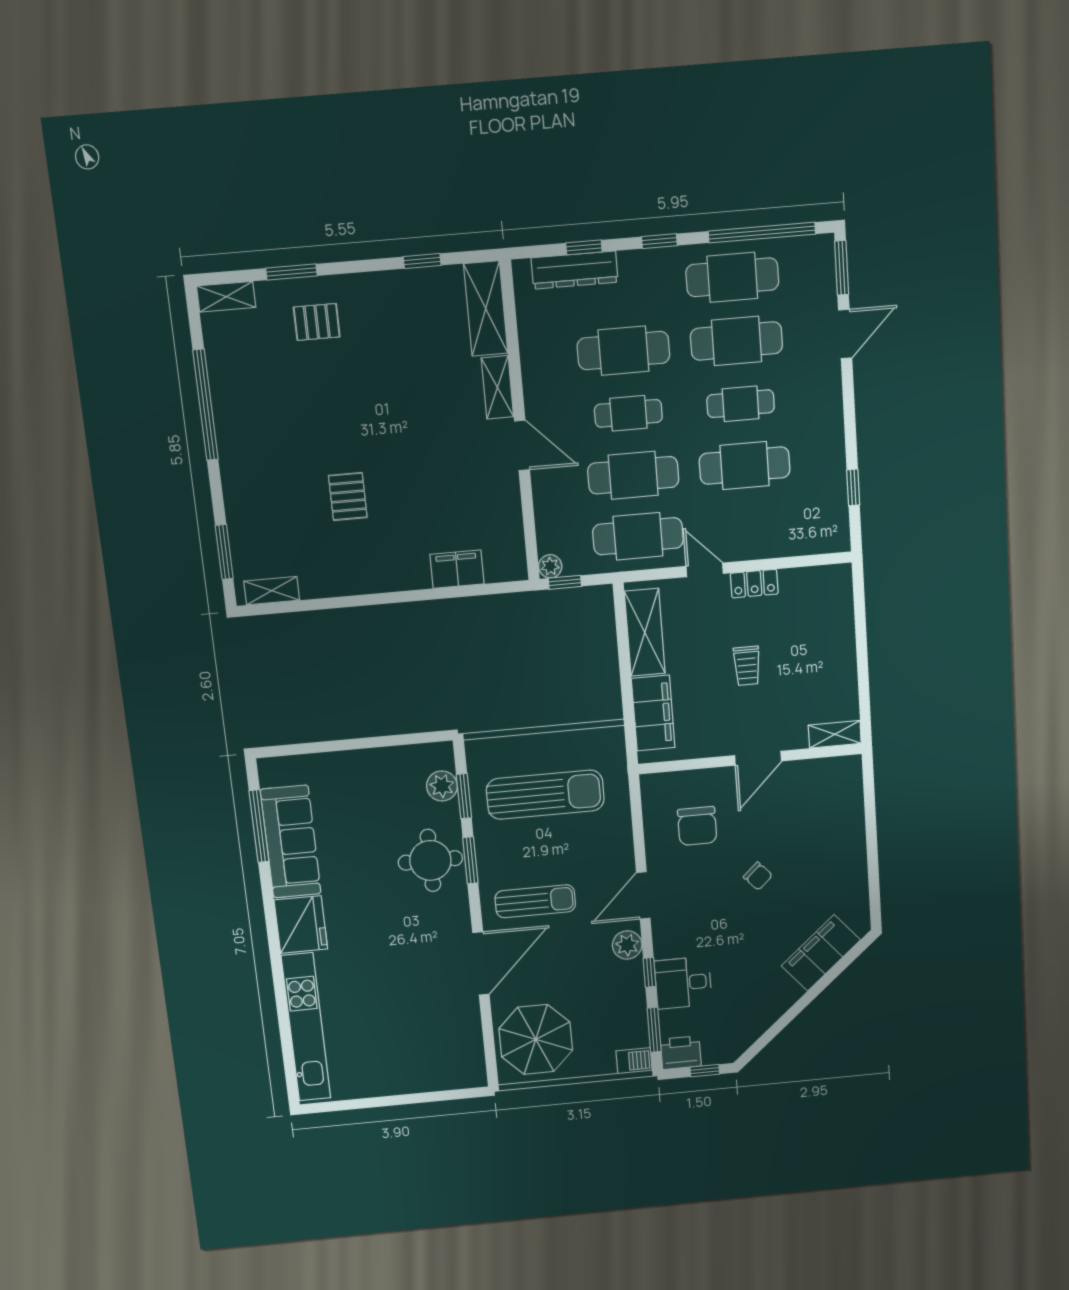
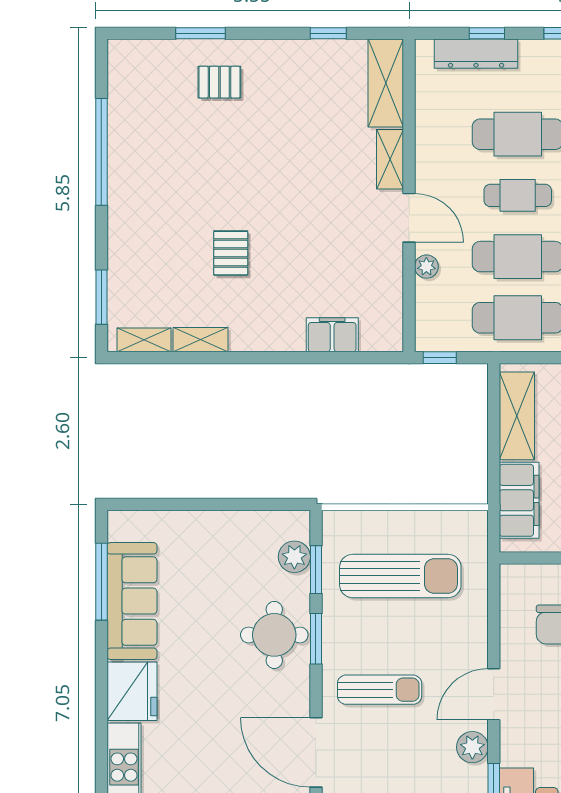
shelving: (226, 297) -> (200, 340), moved
plant: (550, 566) -> (426, 267), moved
door: (481, 964) -> (316, 752), swing flipped

